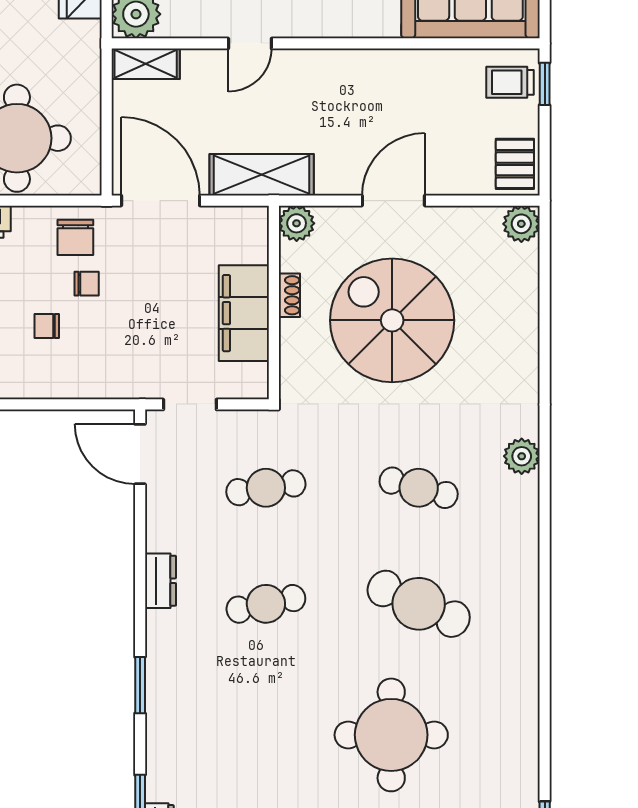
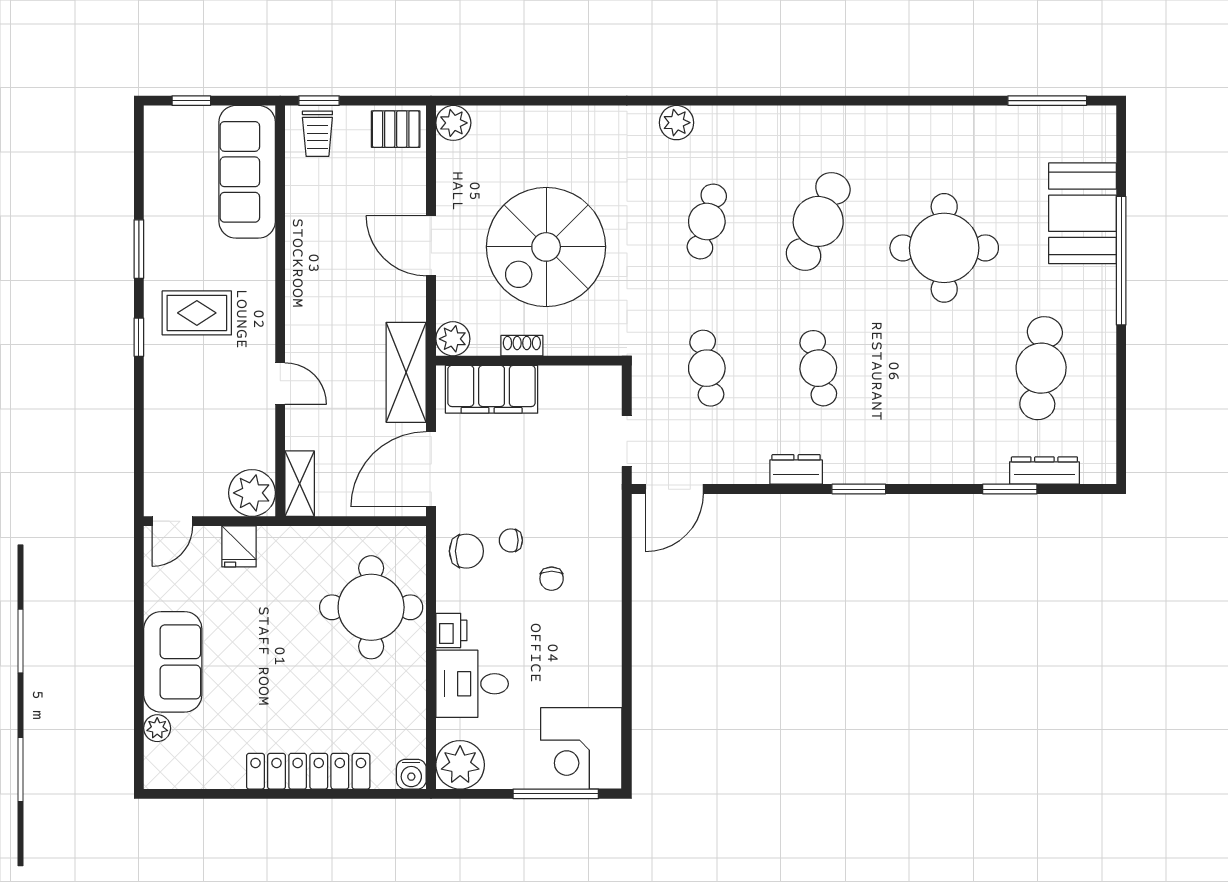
chair: (87, 284) -> (511, 540), turned -90
filing cabinet: (244, 313) -> (492, 389), moved
window: (140, 685) -> (859, 489), moved

